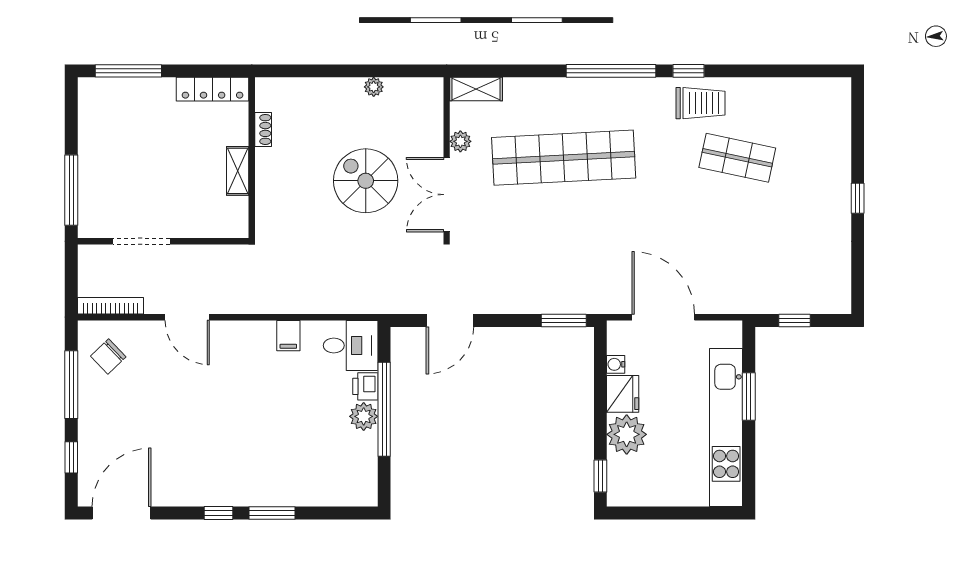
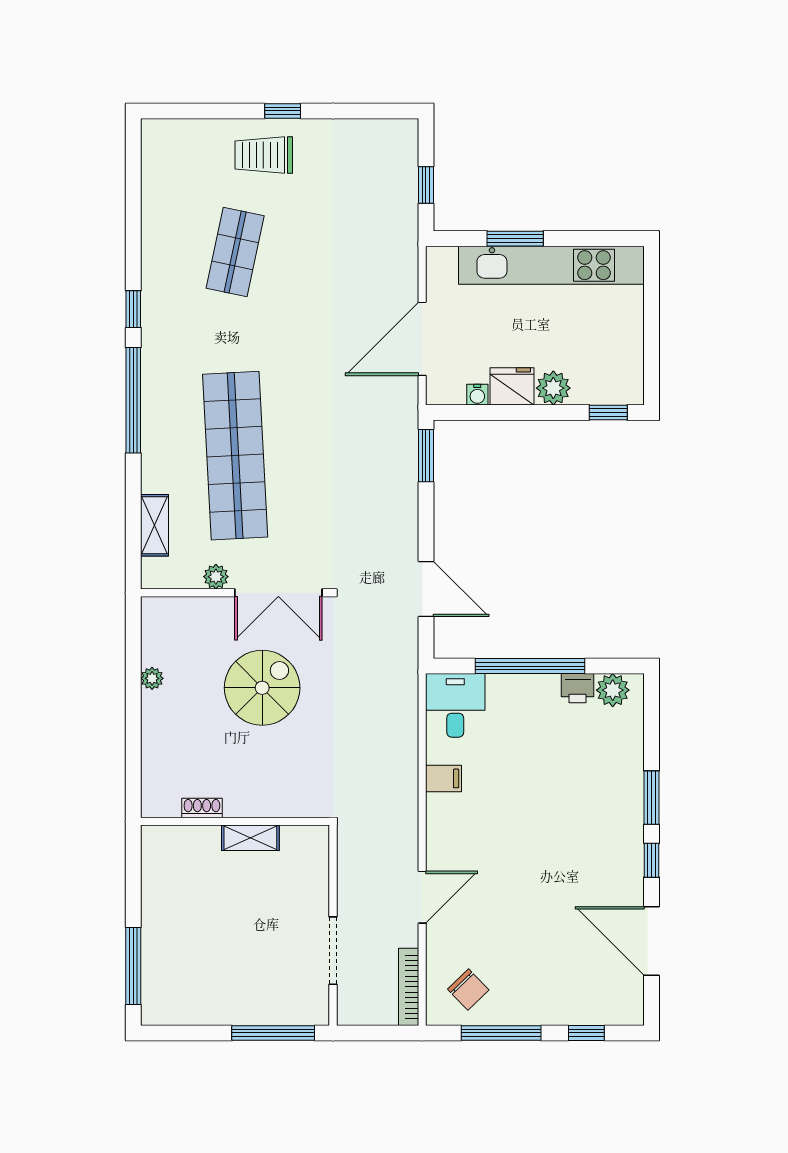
locker: (213, 89) -> (155, 867), removed
shelving: (476, 89) -> (155, 525), moved
trolley: (701, 103) -> (264, 155), moved, turned -90
spiral stairs: (366, 181) -> (262, 688), turned 180
printer: (365, 386) -> (578, 688), moved
plant: (364, 416) -> (613, 690), moved
plant: (627, 434) -> (553, 388), width x0.73, depth x0.73
door: (122, 513) -> (652, 941), moved

